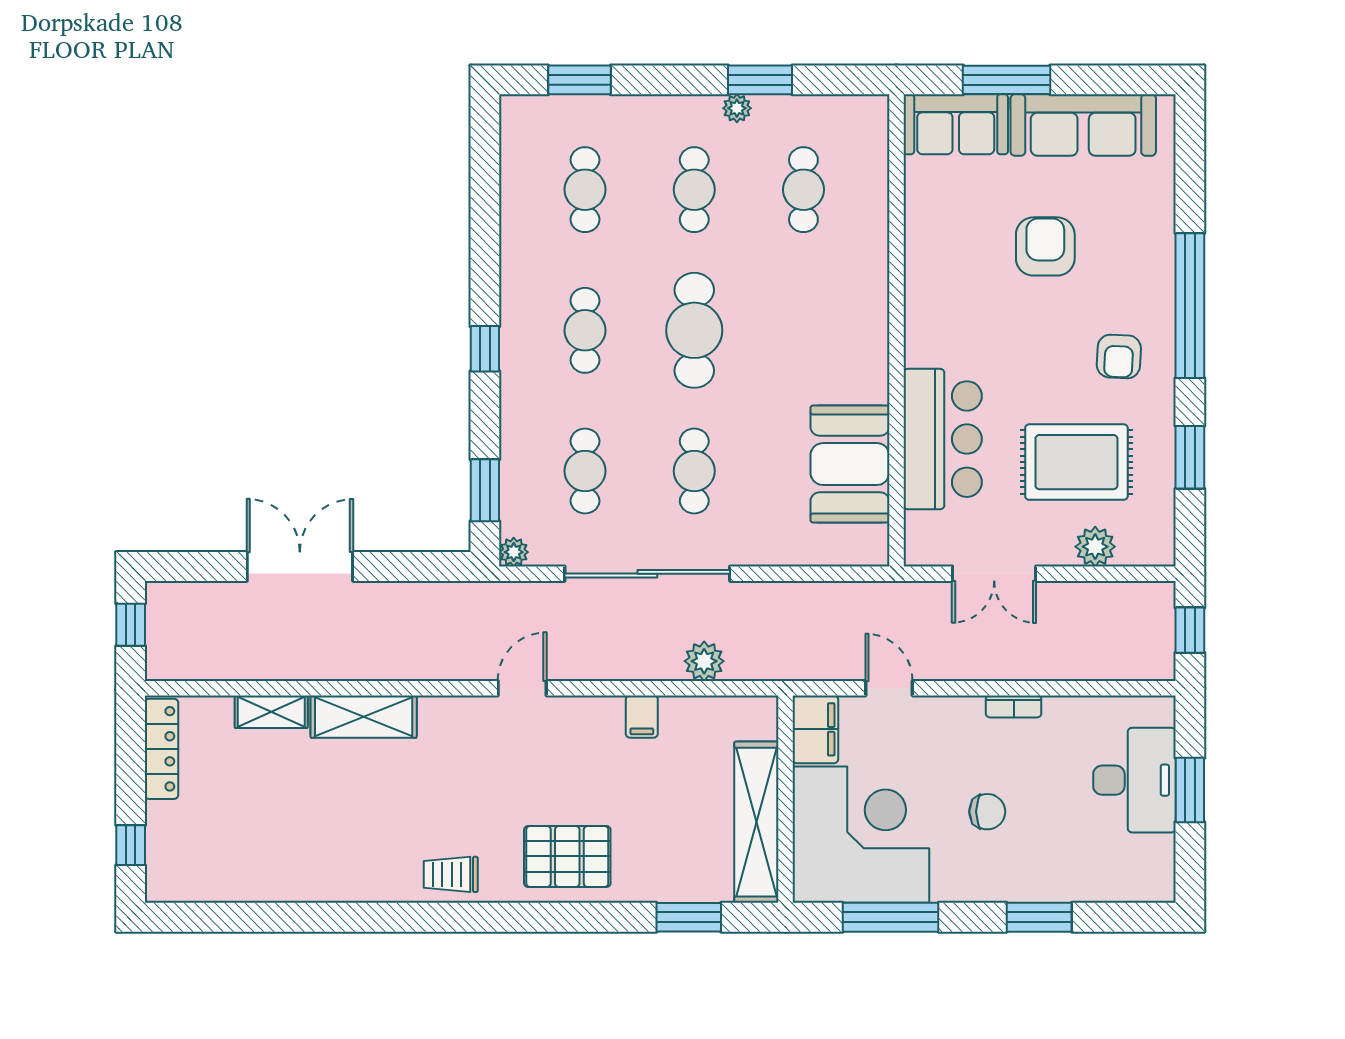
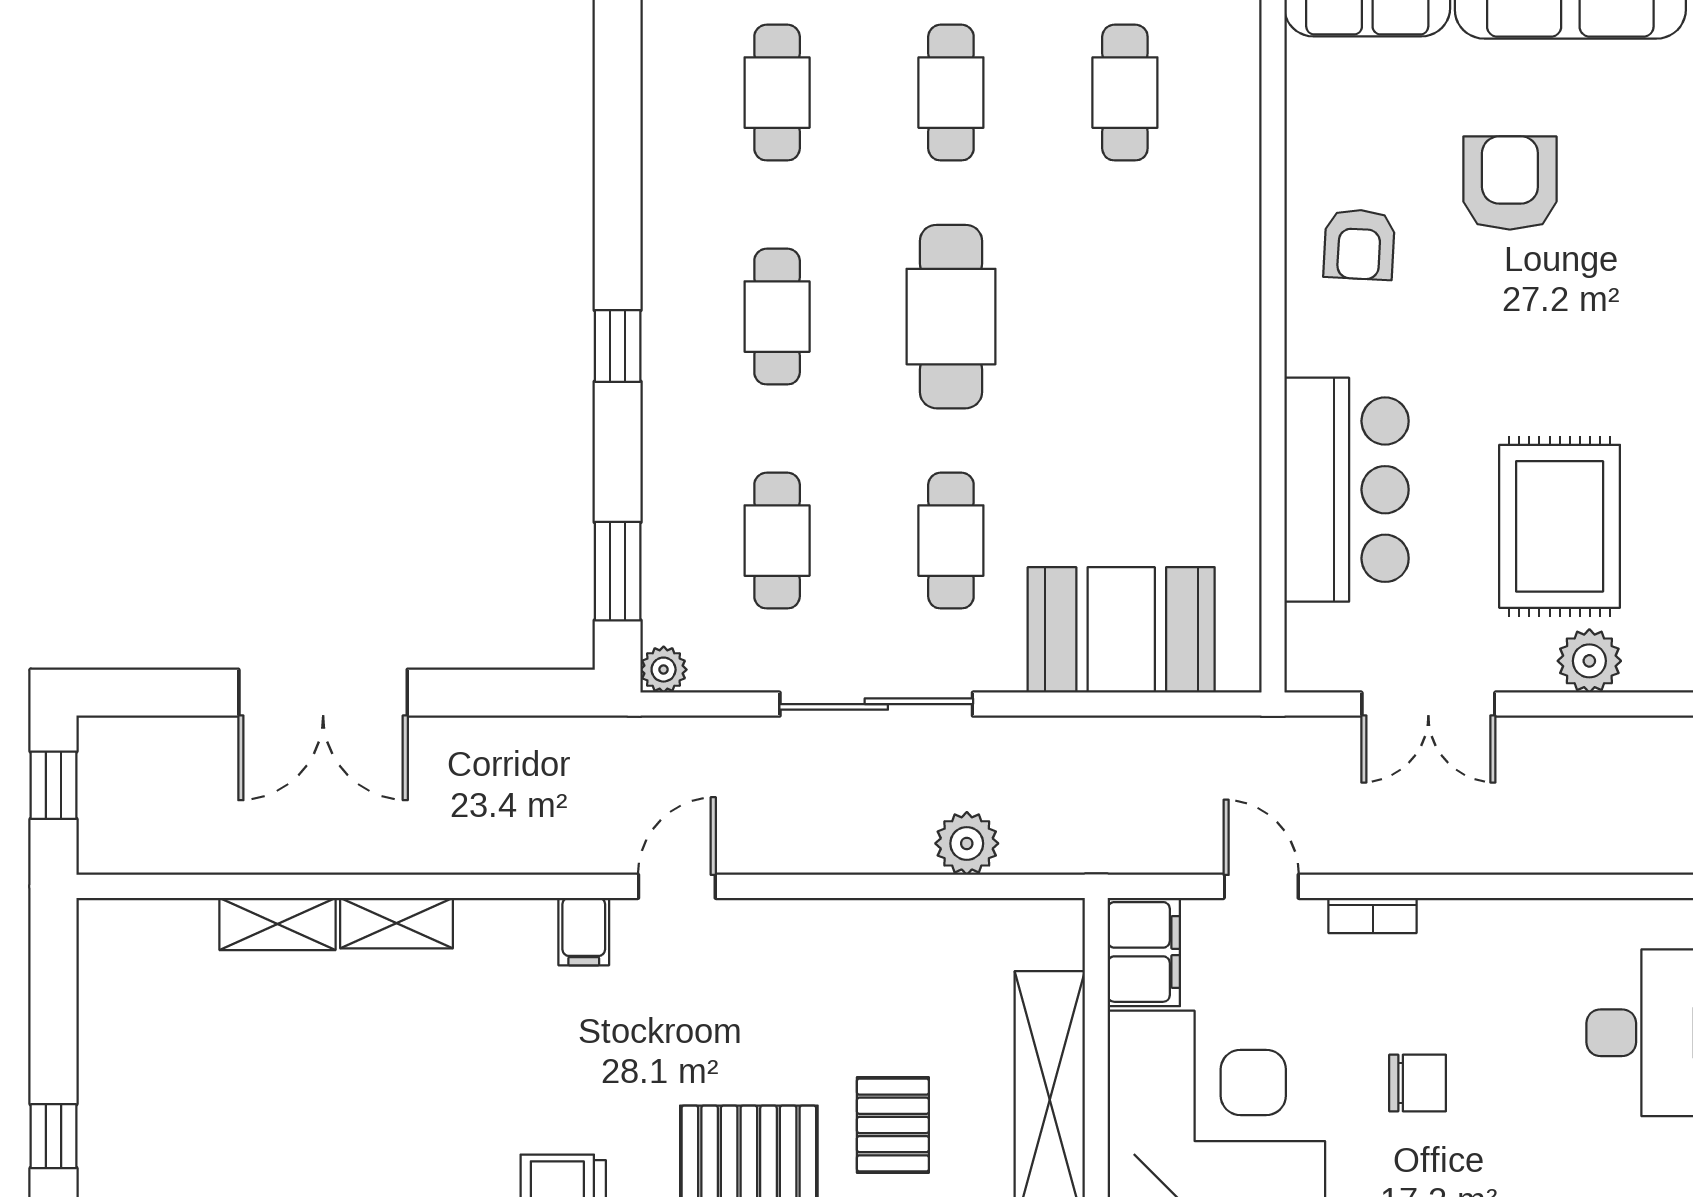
armchair: (1119, 356) -> (1359, 244), moved
rug: (1076, 462) -> (1560, 526), turned 90
booth: (850, 464) -> (1121, 630), moved, turned 90
double door: (300, 567) -> (323, 693), swing flipped
sliding door: (647, 574) -> (876, 704), width x0.73
bookcase: (1014, 706) -> (1373, 915), moved
shelving: (364, 717) -> (396, 923), width x0.67, depth x0.75
filing cabinet: (642, 717) -> (584, 932), moved
locker: (162, 749) -> (103, 983), removed
pallet: (658, 838) -> (893, 1125), added

